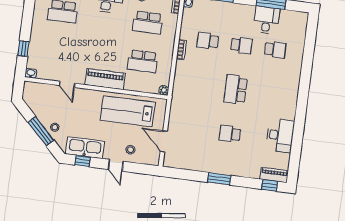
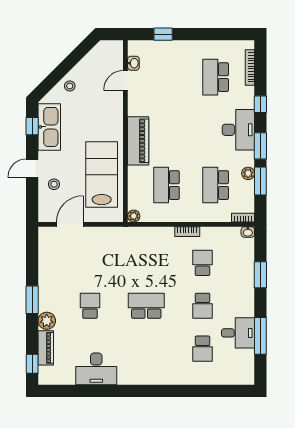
washbasin: (31, 73) -> (133, 63), moved
door: (67, 84) -> (125, 80), moved
window: (41, 131) -> (63, 69), removed
plant: (237, 169) -> (47, 321), added
piano: (274, 175) -> (46, 348), moved

